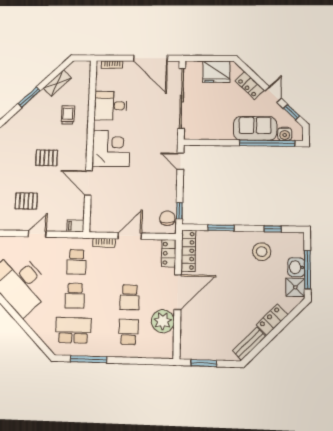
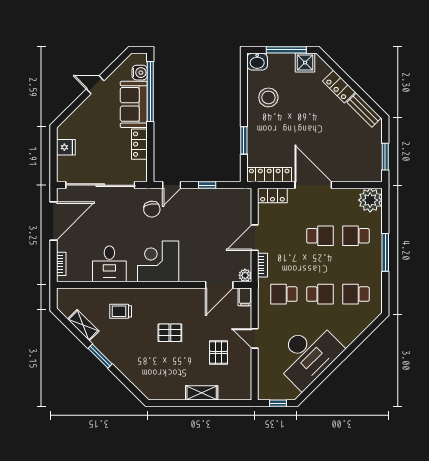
fridge: (216, 72) -> (66, 147), width x0.53, depth x0.75
locker: (250, 85) -> (139, 144), moved, turned 135
window: (292, 112) -> (115, 65), removed
pallet: (47, 158) -> (170, 333), turned 90
door: (88, 183) -> (219, 285), moved
window: (179, 211) -> (207, 185), moved
chair: (167, 218) -> (152, 209), moved, turned -100
plant: (95, 226) -> (245, 275), added
window: (273, 229) -> (244, 86), removed
door: (130, 236) -> (255, 238), hinge flipped
school desk: (76, 262) -> (284, 294), turned 180
washbasin: (296, 267) -> (257, 62), moved
plant: (163, 321) -> (370, 200), moved
school desk: (73, 330) -> (356, 294), width x0.54
window: (89, 359) -> (385, 252), moved

